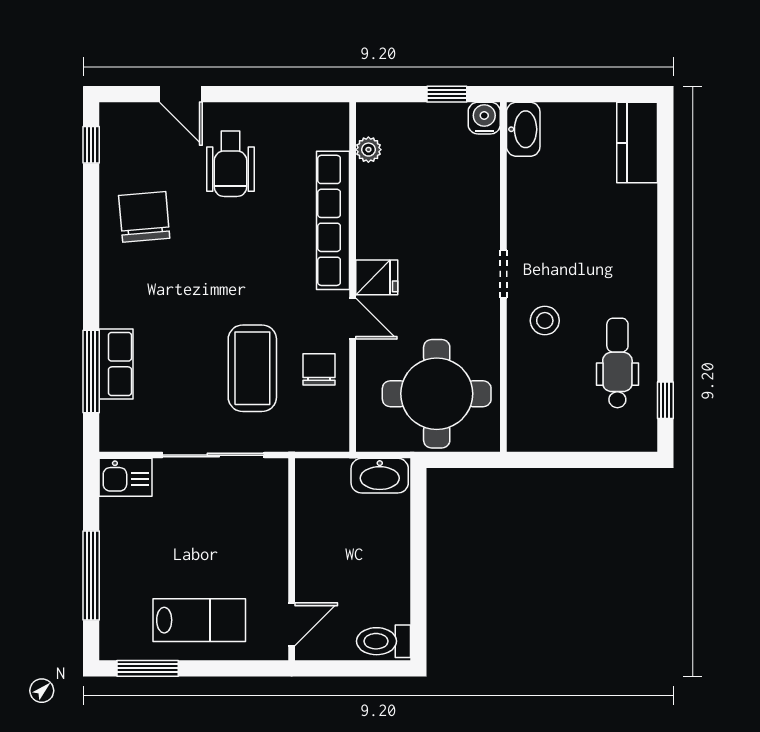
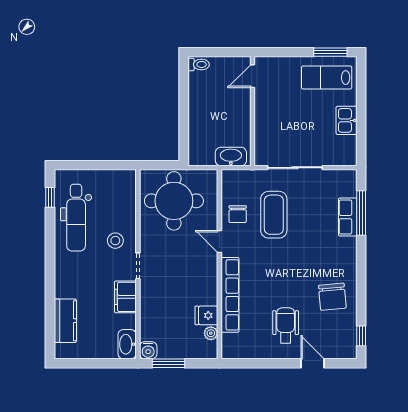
window: (447, 94) -> (168, 363), width x1.50
kitchen counter: (637, 143) -> (65, 321), moved
filing cabinet: (526, 217) -> (125, 297), added
fridge: (377, 277) -> (206, 315), moved
dental chair: (617, 363) -> (76, 218), width x1.36, depth x1.38
washbasin: (380, 476) -> (231, 157), moved
kitchen sink: (125, 477) -> (346, 120), moved, turned -90
window: (91, 575) -> (361, 102), removed
lab bench: (199, 620) -> (327, 78), moved
toilet: (384, 641) -> (199, 64), width x0.73, depth x0.72

